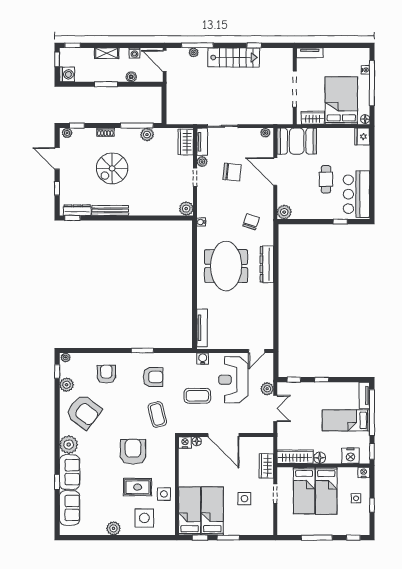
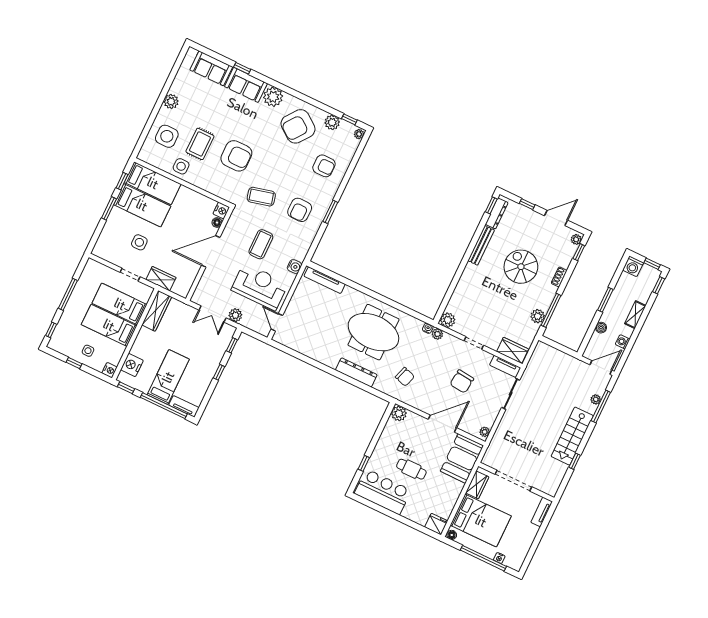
plant: (202, 162) -> (437, 334), moved
floor lamp: (320, 458) -> (144, 334), removed

